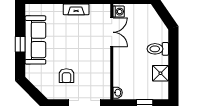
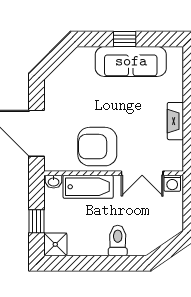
bathtub: (121, 69) -> (88, 187), added
shower: (160, 73) -> (55, 244), moved
armchair: (66, 76) -> (97, 147), moved, width x1.88, depth x1.88

